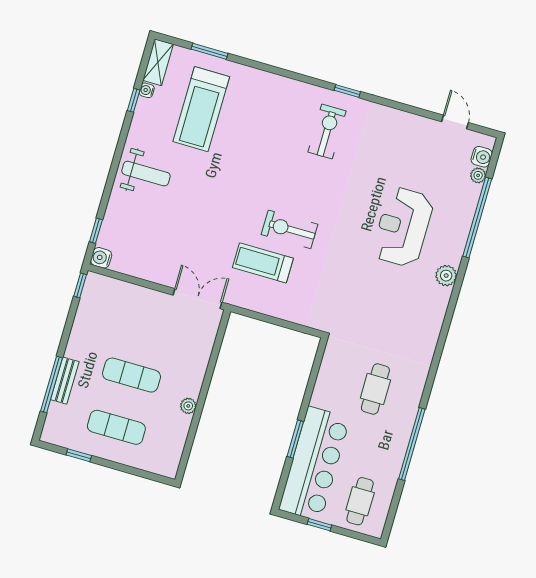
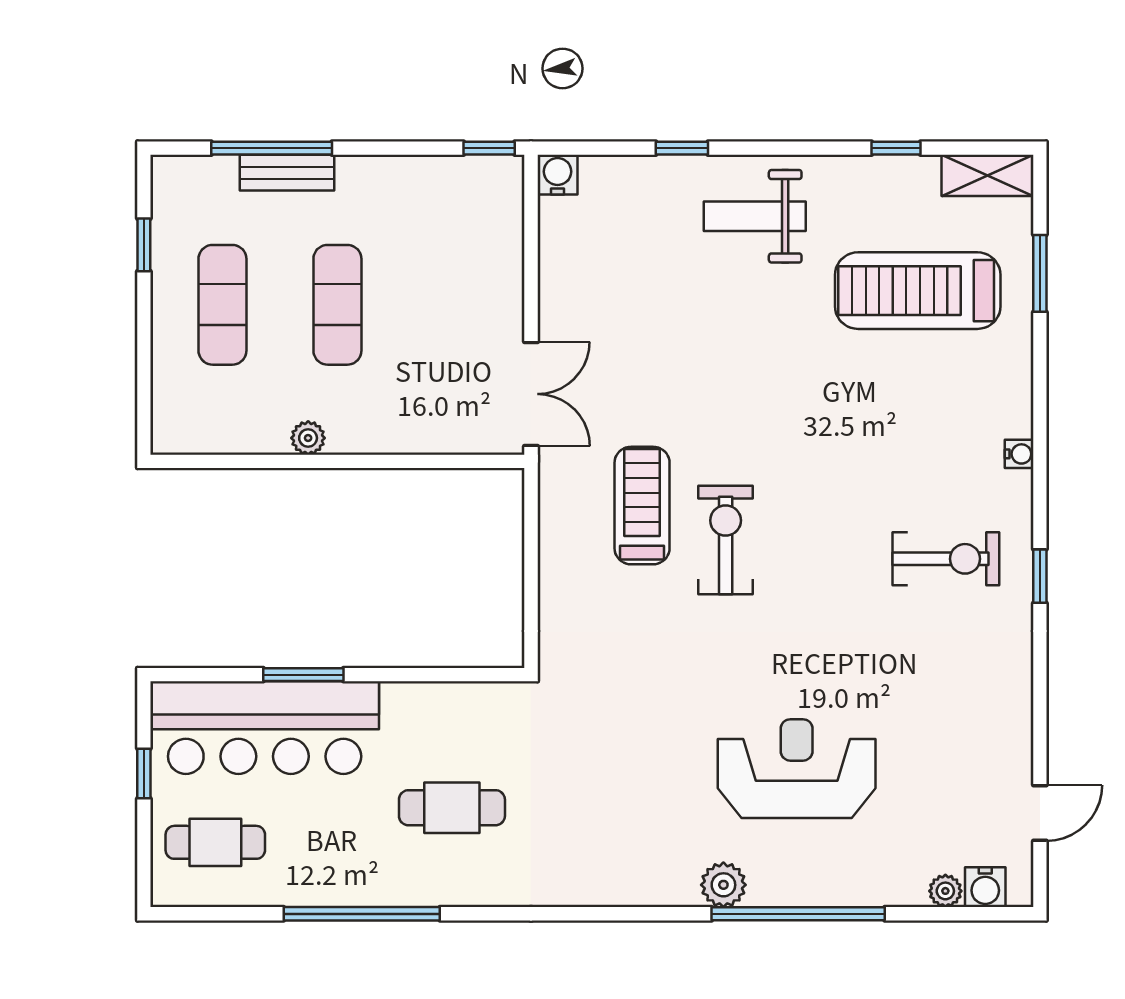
water cooler: (147, 90) -> (1019, 454), moved, turned 90
weight bench: (146, 174) -> (755, 216), turned 90
window: (477, 217) -> (798, 914), moved
window: (96, 231) -> (682, 148), moved

